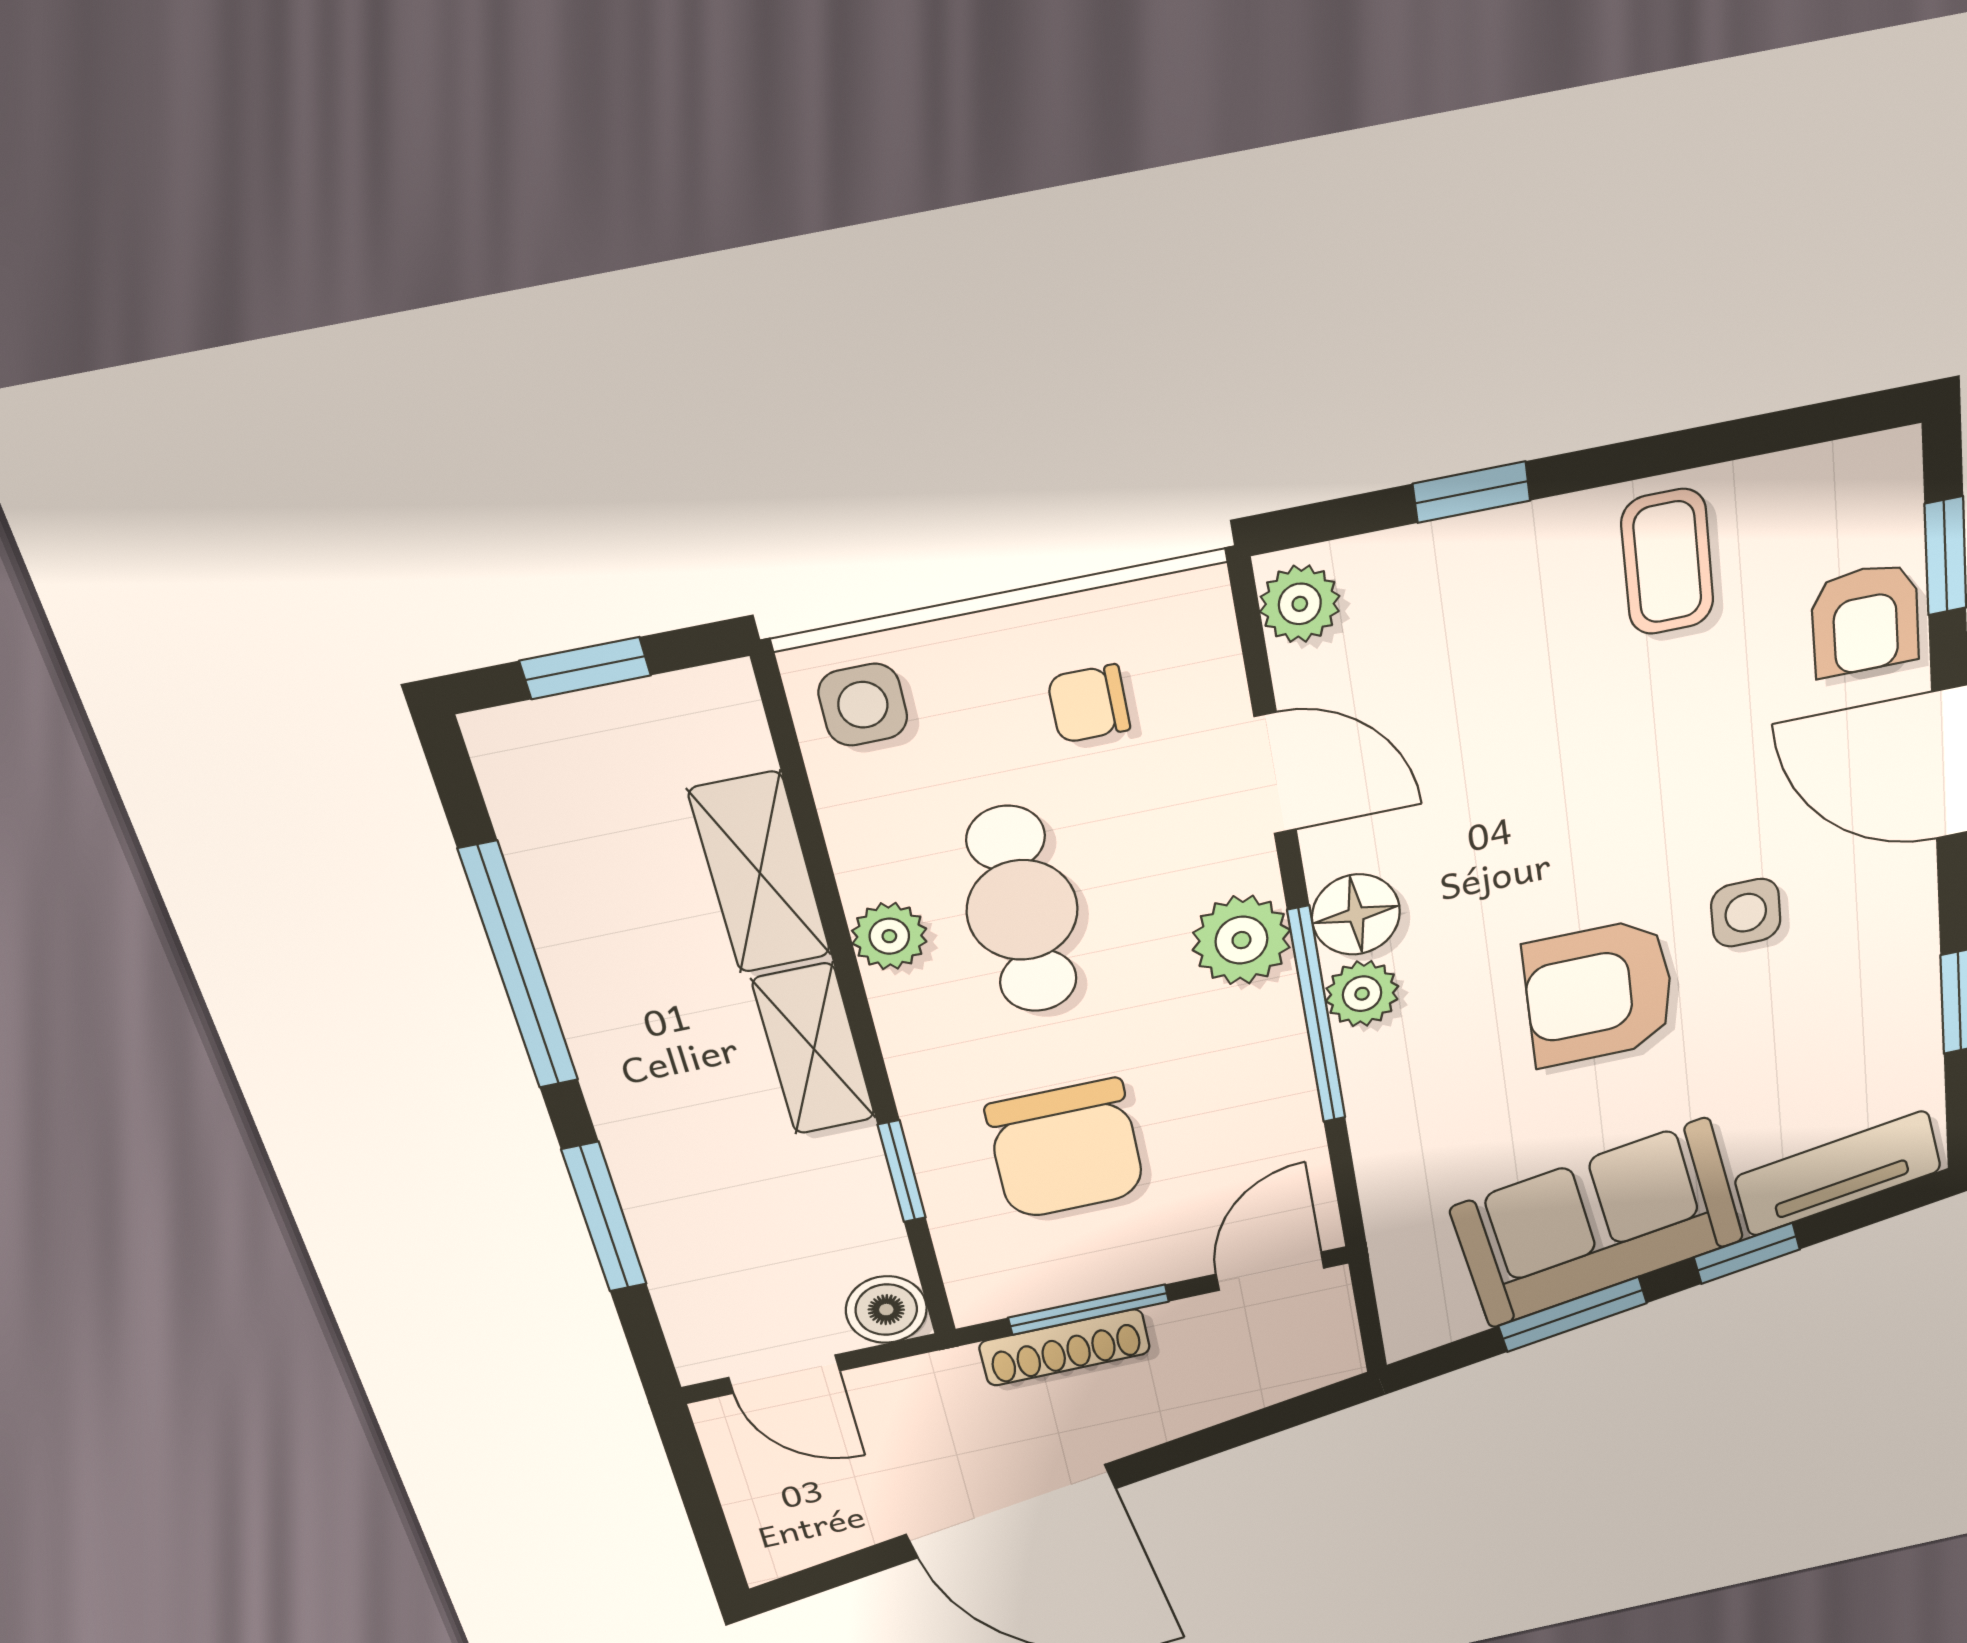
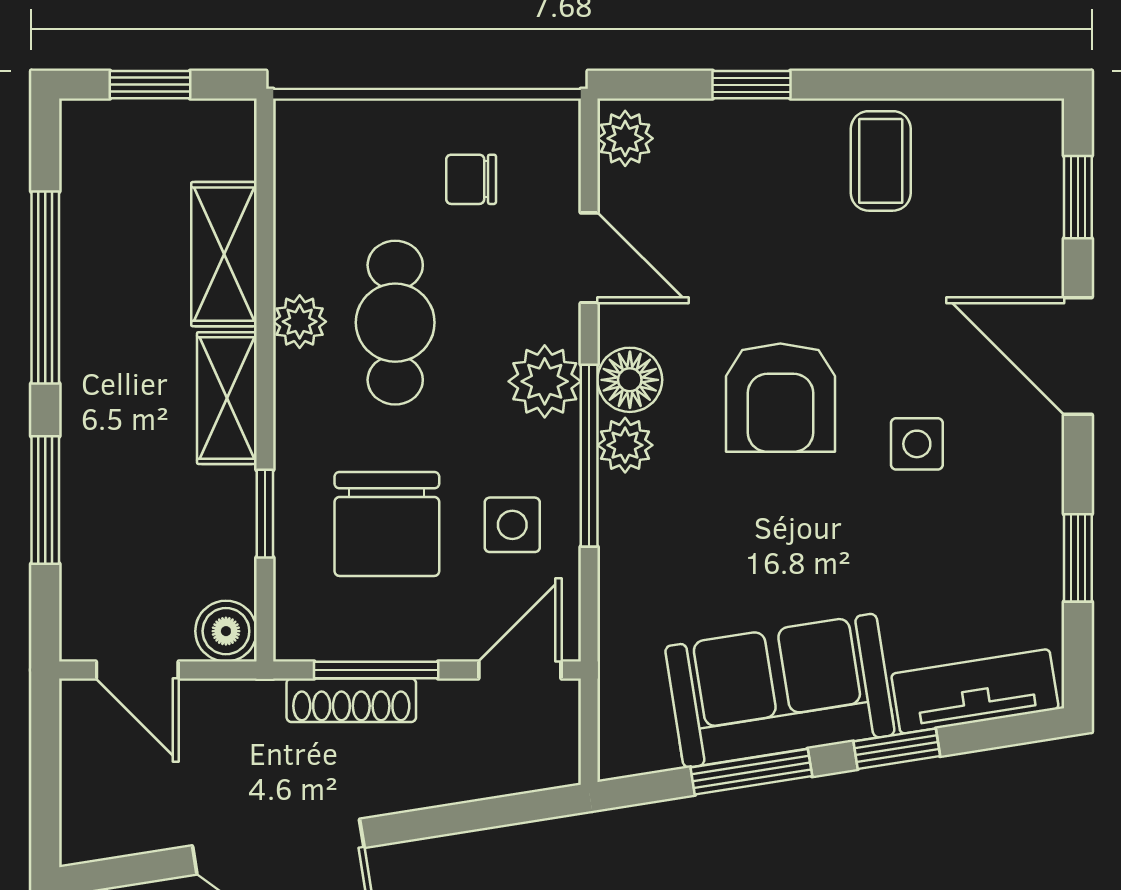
armchair: (1865, 620) -> (1018, 232), removed
side table: (863, 705) -> (512, 525), moved
armchair: (1599, 993) -> (780, 398), moved, turned -90

